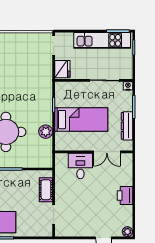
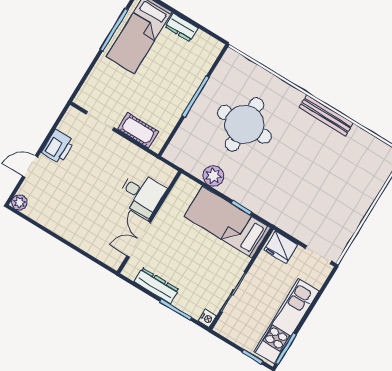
bed: (81, 120) -> (227, 222), moved, turned 90
printer: (125, 196) -> (58, 147), moved, turned 90

